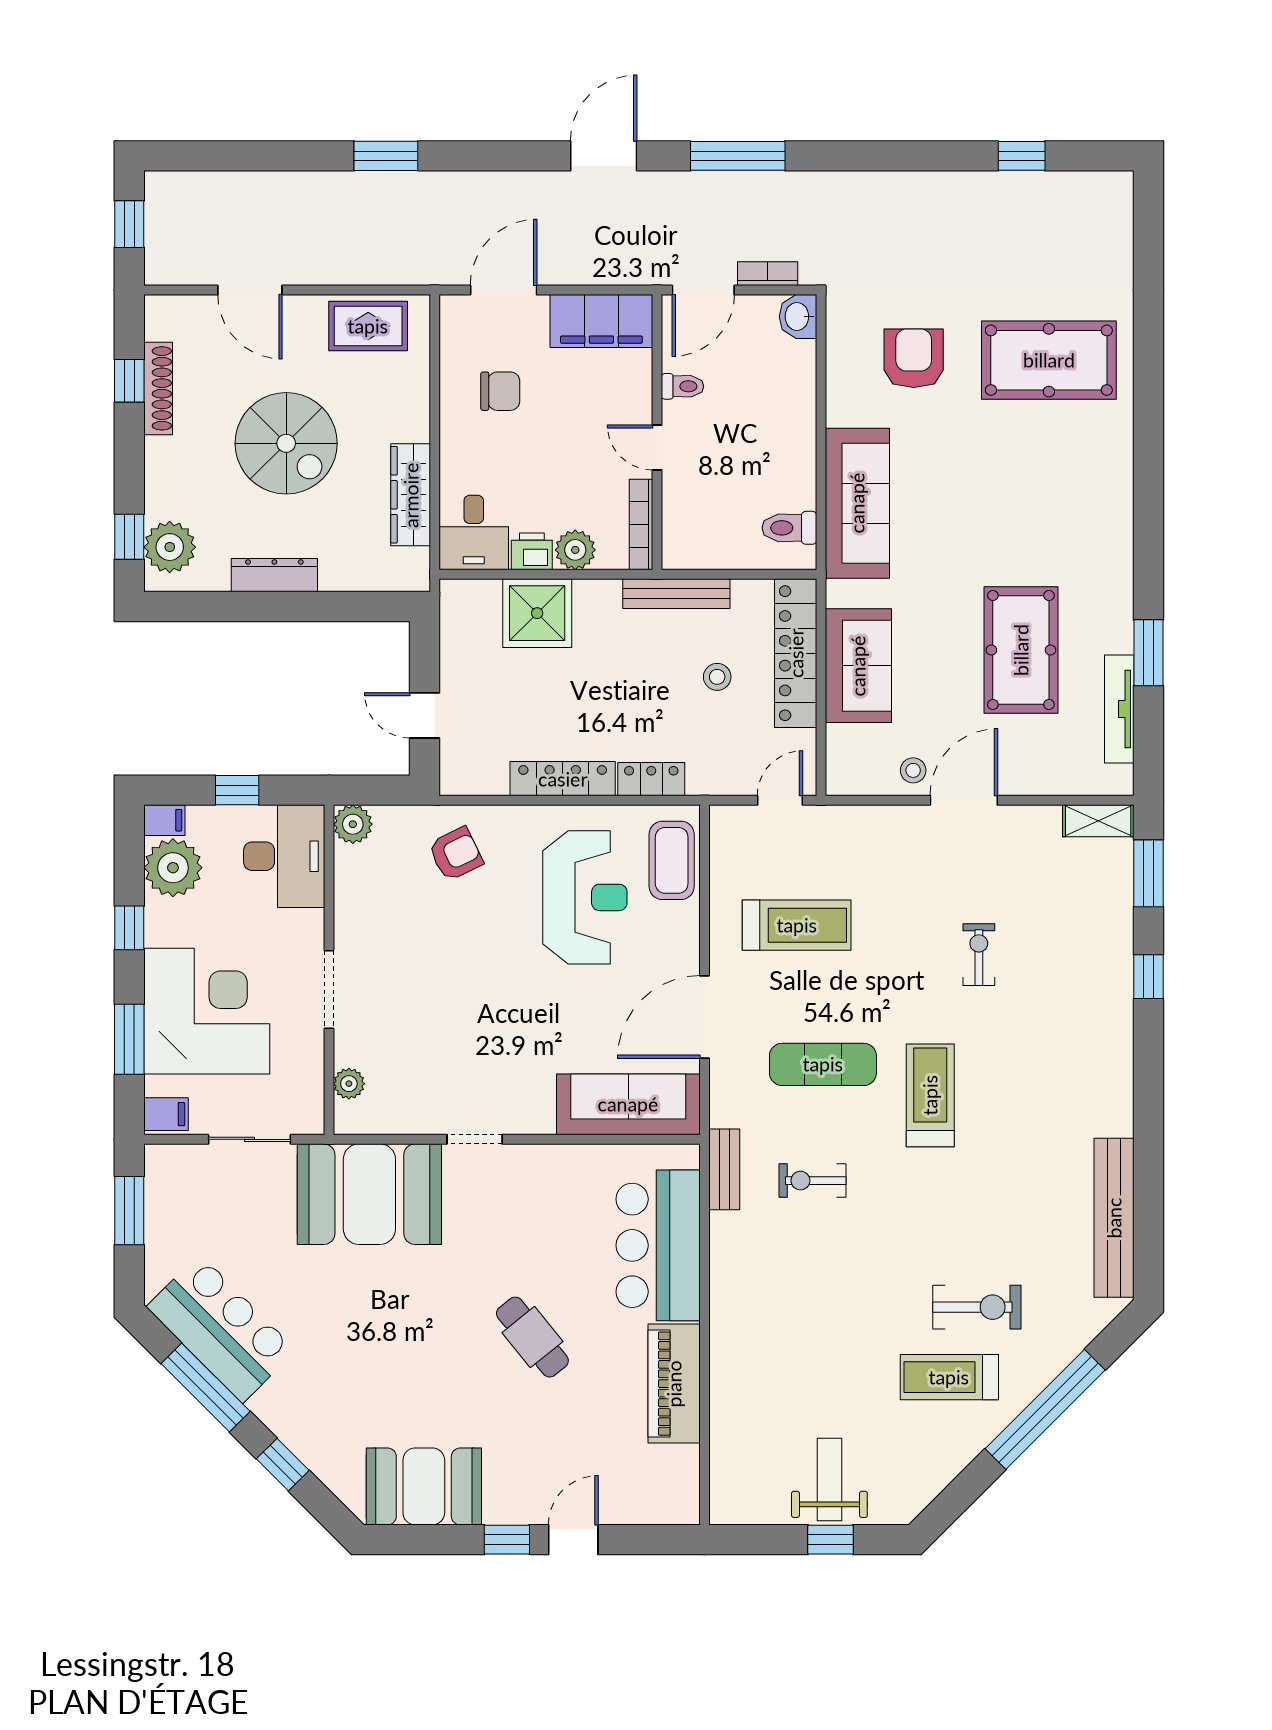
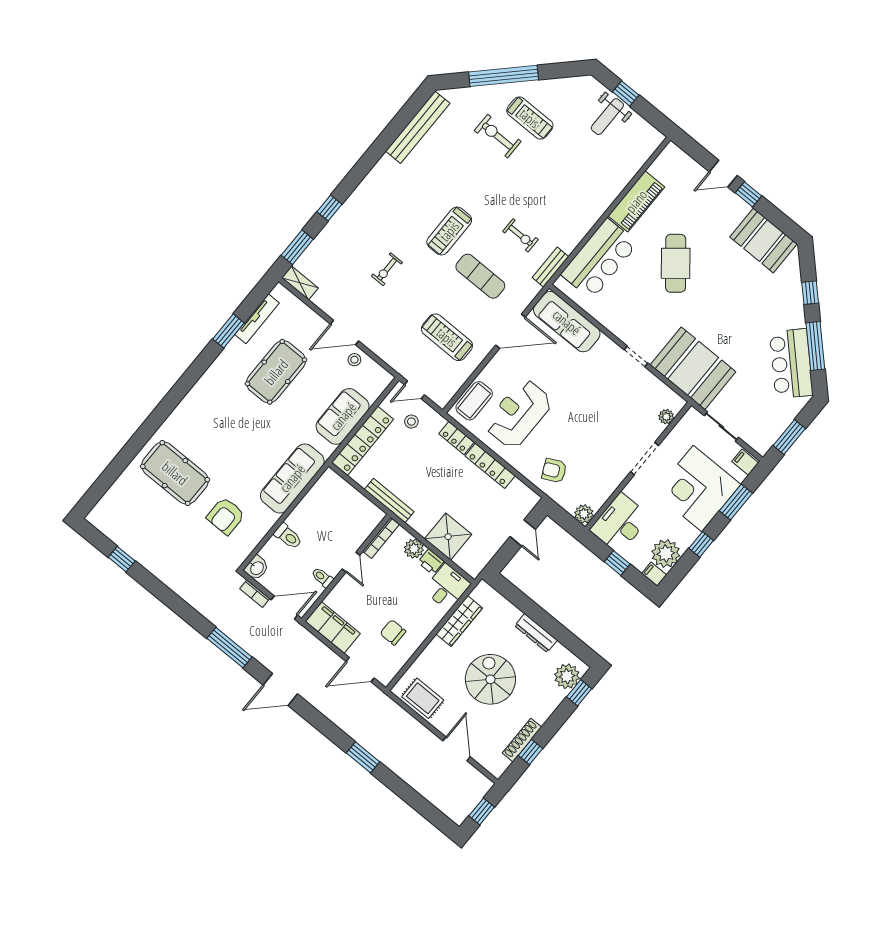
toilet: (789, 528) -> (288, 536), moved
stool: (717, 677) -> (411, 422), moved
cafe table: (532, 1337) -> (676, 263), width x1.37, depth x1.35

